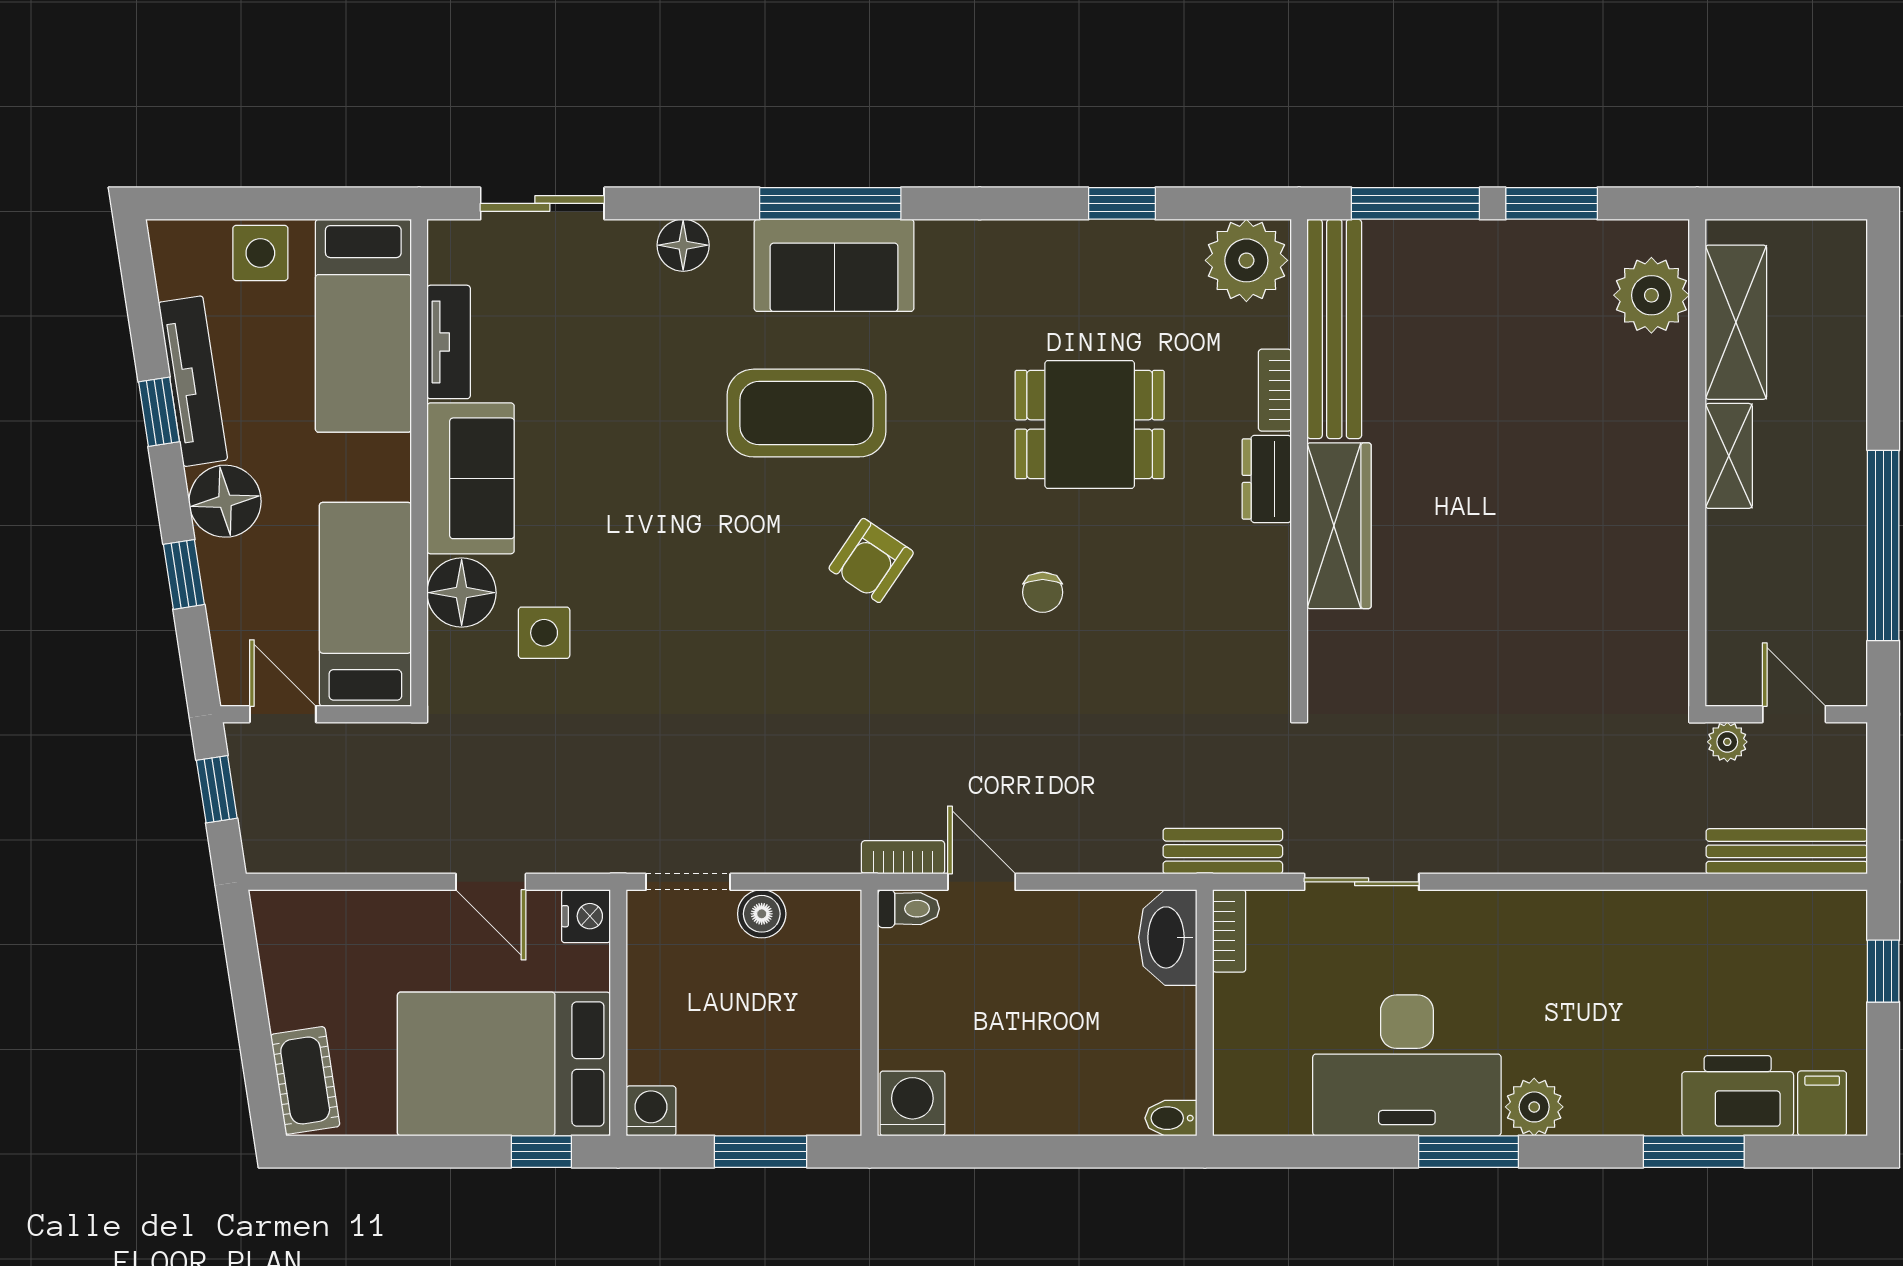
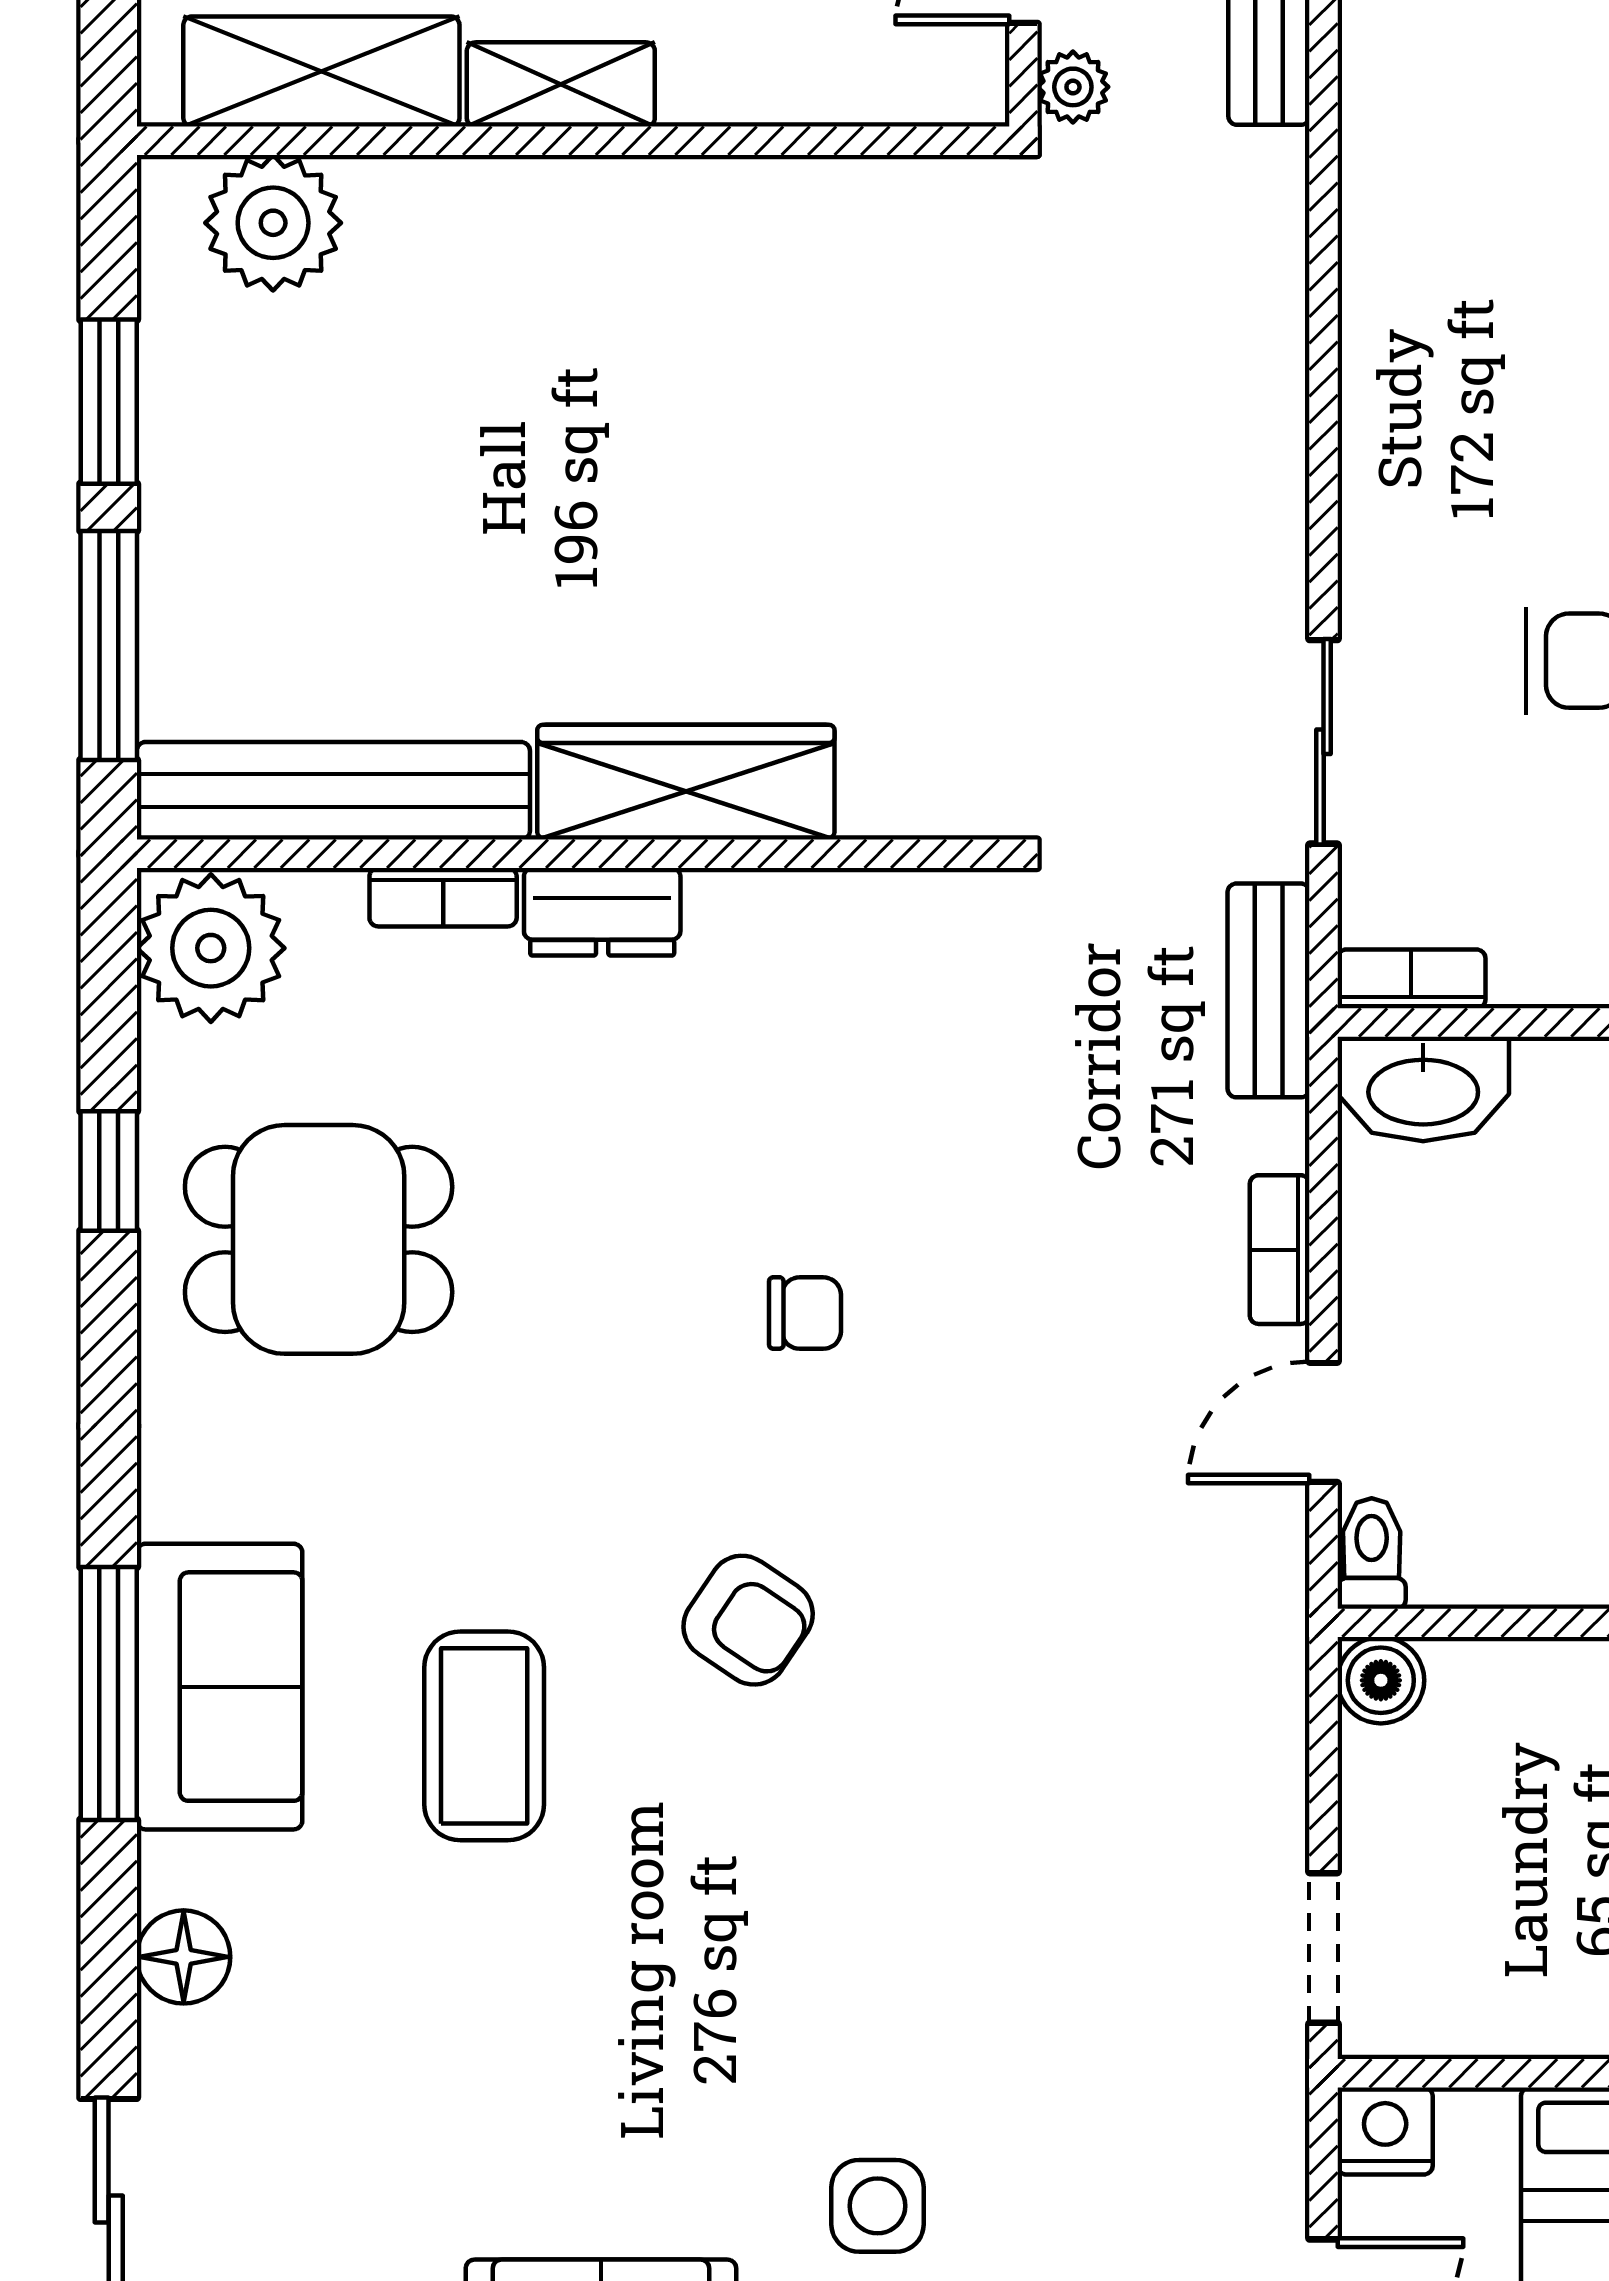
coffee table: (806, 413) -> (484, 1736), width x0.73, depth x0.76
dining table: (1090, 424) -> (319, 1239), moved, turned 90
bookcase: (903, 857) -> (1280, 1250), moved
boiler: (762, 914) -> (1381, 1680), moved

